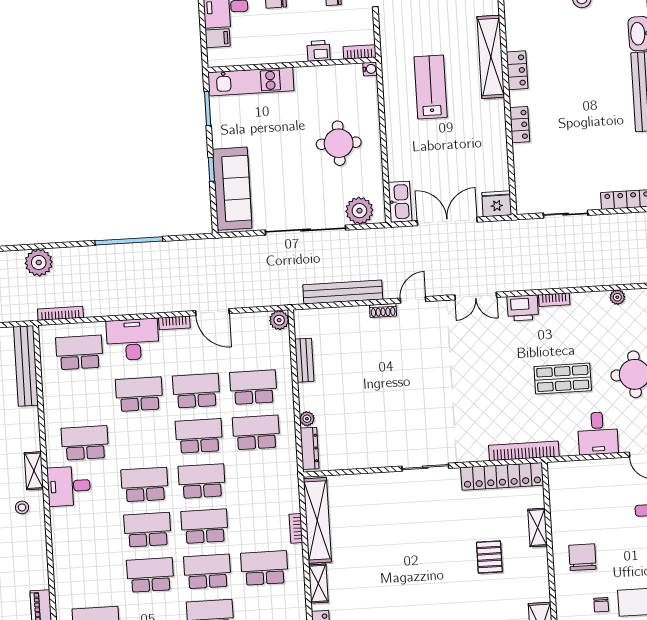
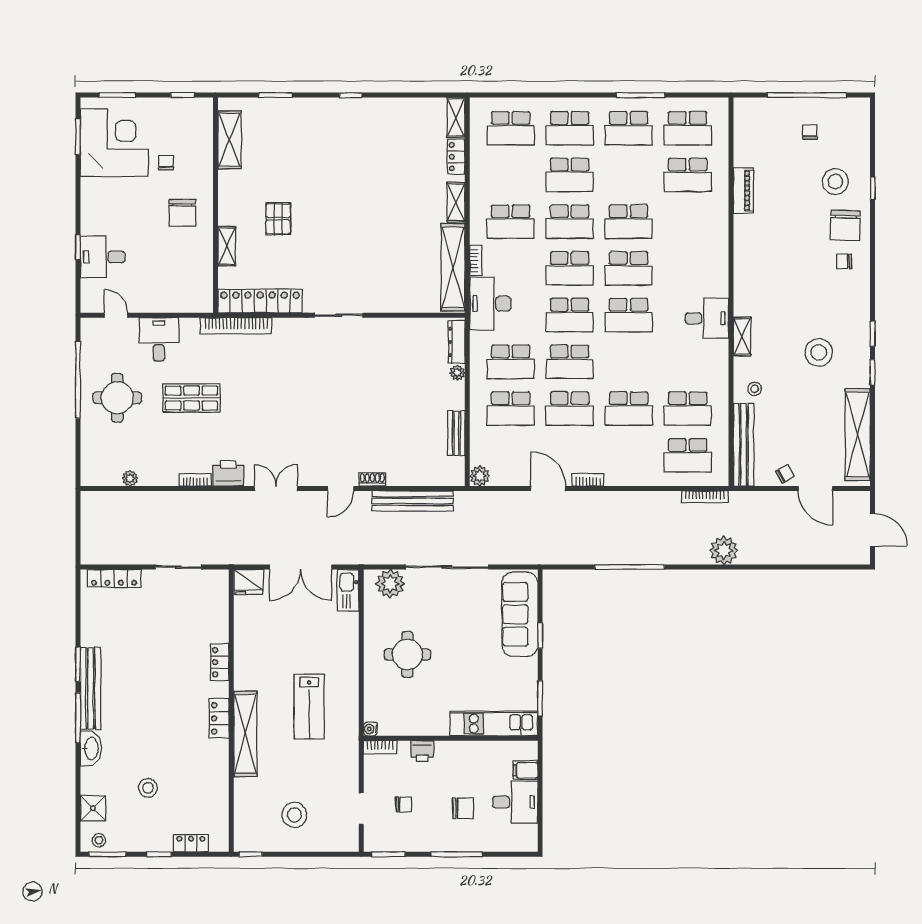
desk: (133, 339) -> (491, 304), moved, turned 90
school desk: (85, 443) -> (688, 409), moved
stool: (22, 507) -> (755, 389), moved

